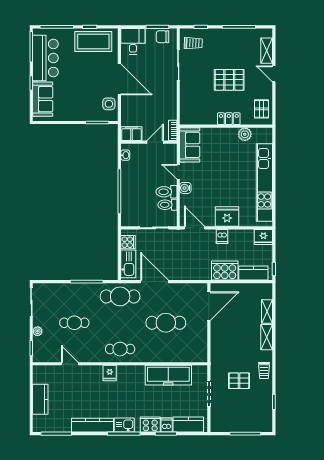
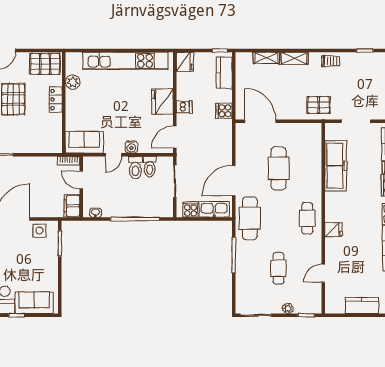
pallet: (261, 109) -> (45, 64), width x1.50, depth x1.42
cooker: (225, 271) -> (224, 111), width x0.53, depth x0.76
pallet: (239, 381) -> (319, 105), moved, turned 90

